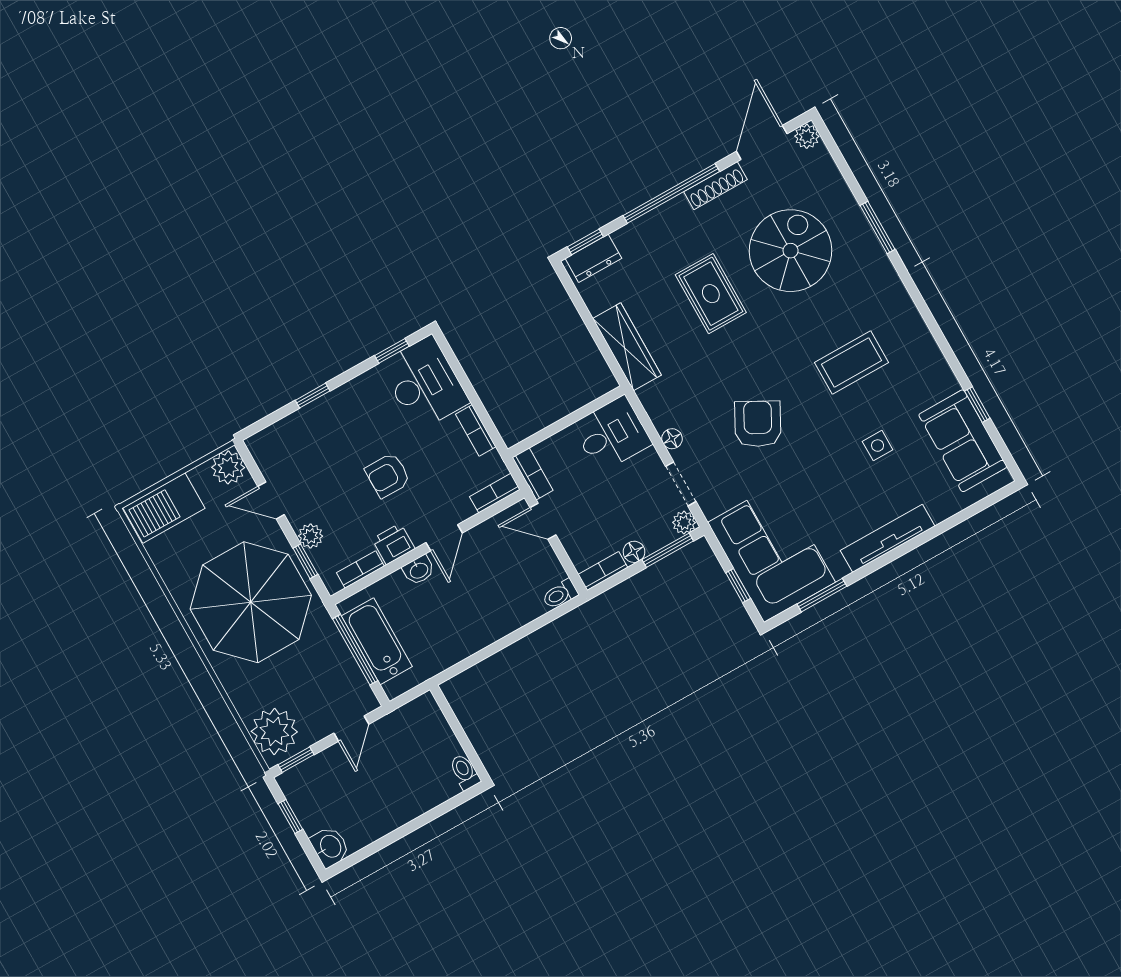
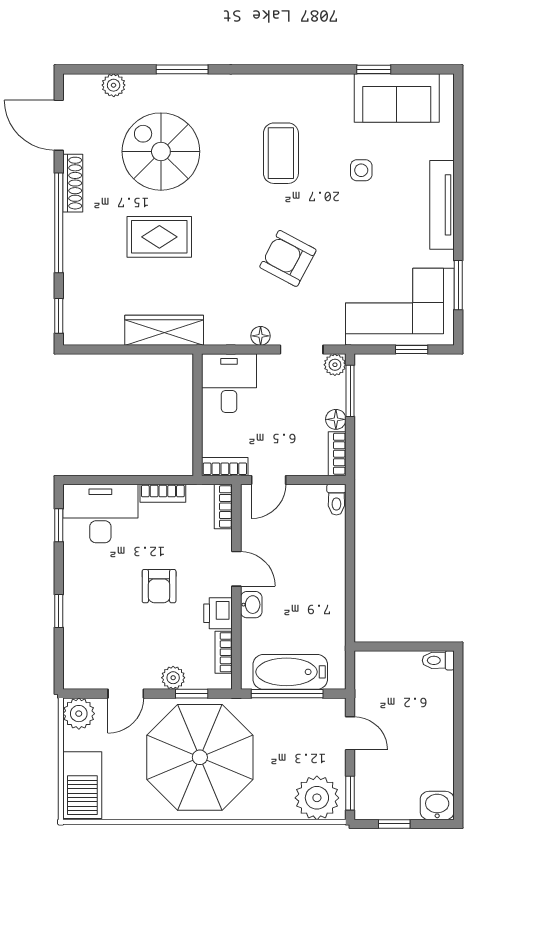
plant: (807, 136) -> (114, 85), moved
dresser: (593, 258) -> (76, 317), removed

